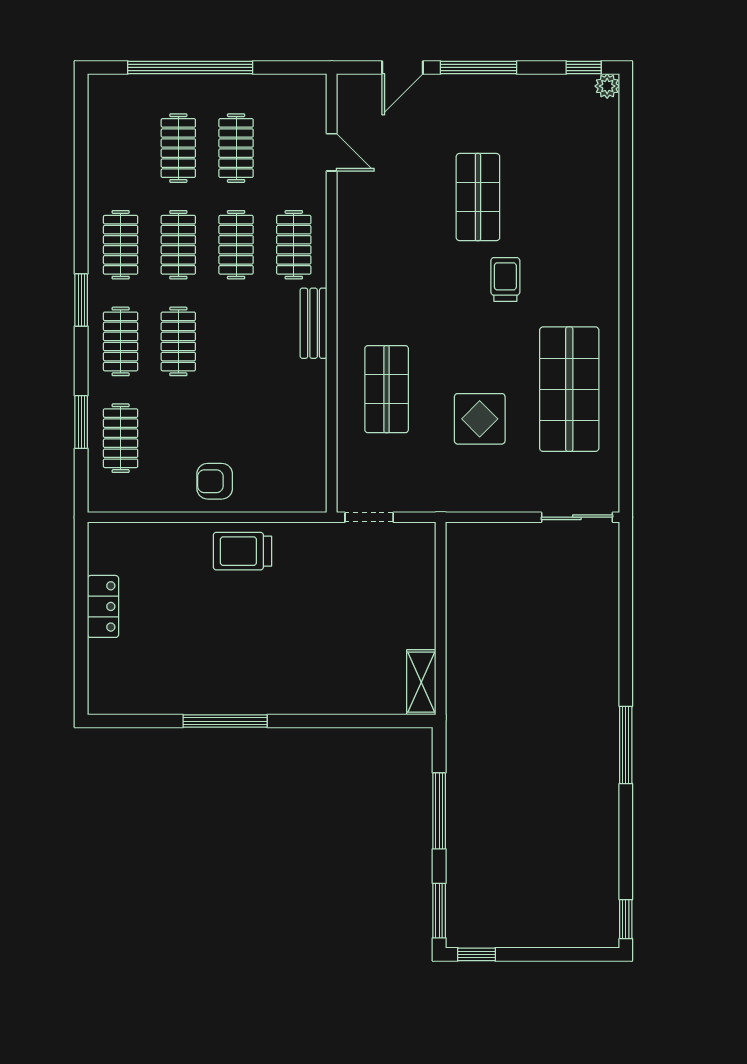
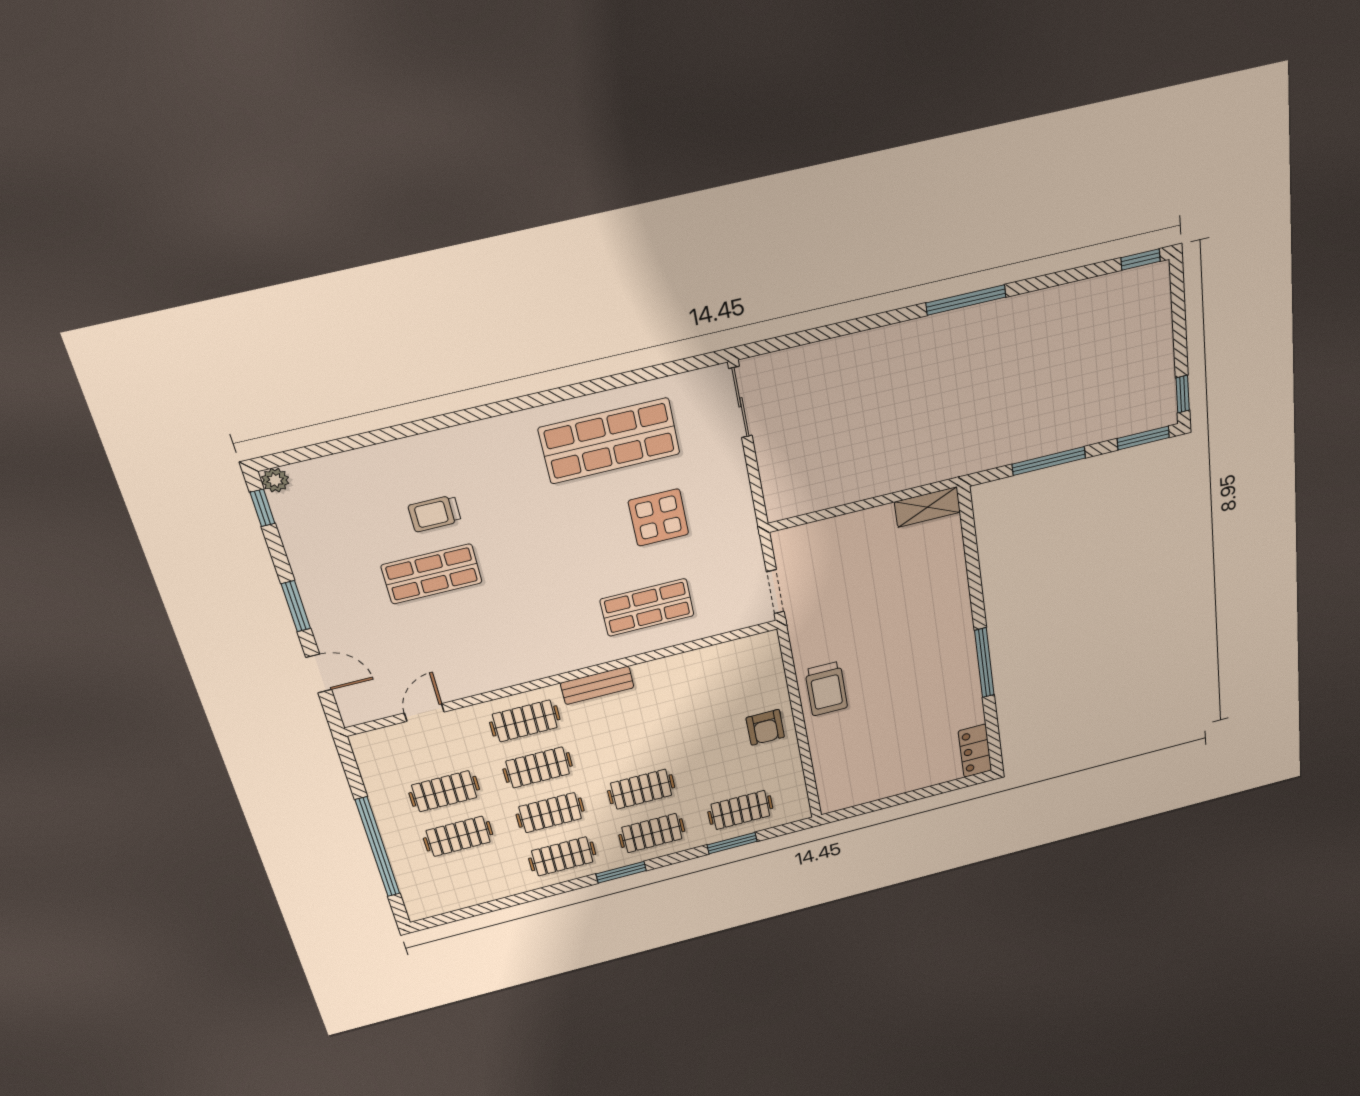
window: (478, 67) -> (296, 606), width x0.69
trolley: (505, 279) -> (435, 514), moved
locker: (103, 606) -> (975, 751), moved, turned -90

